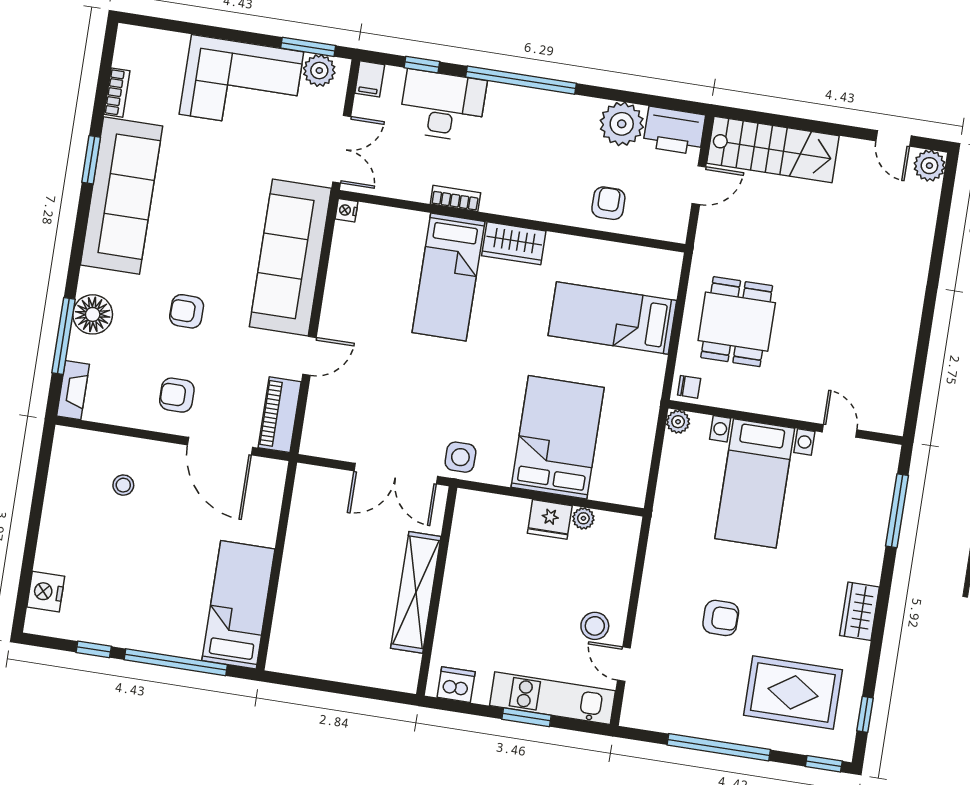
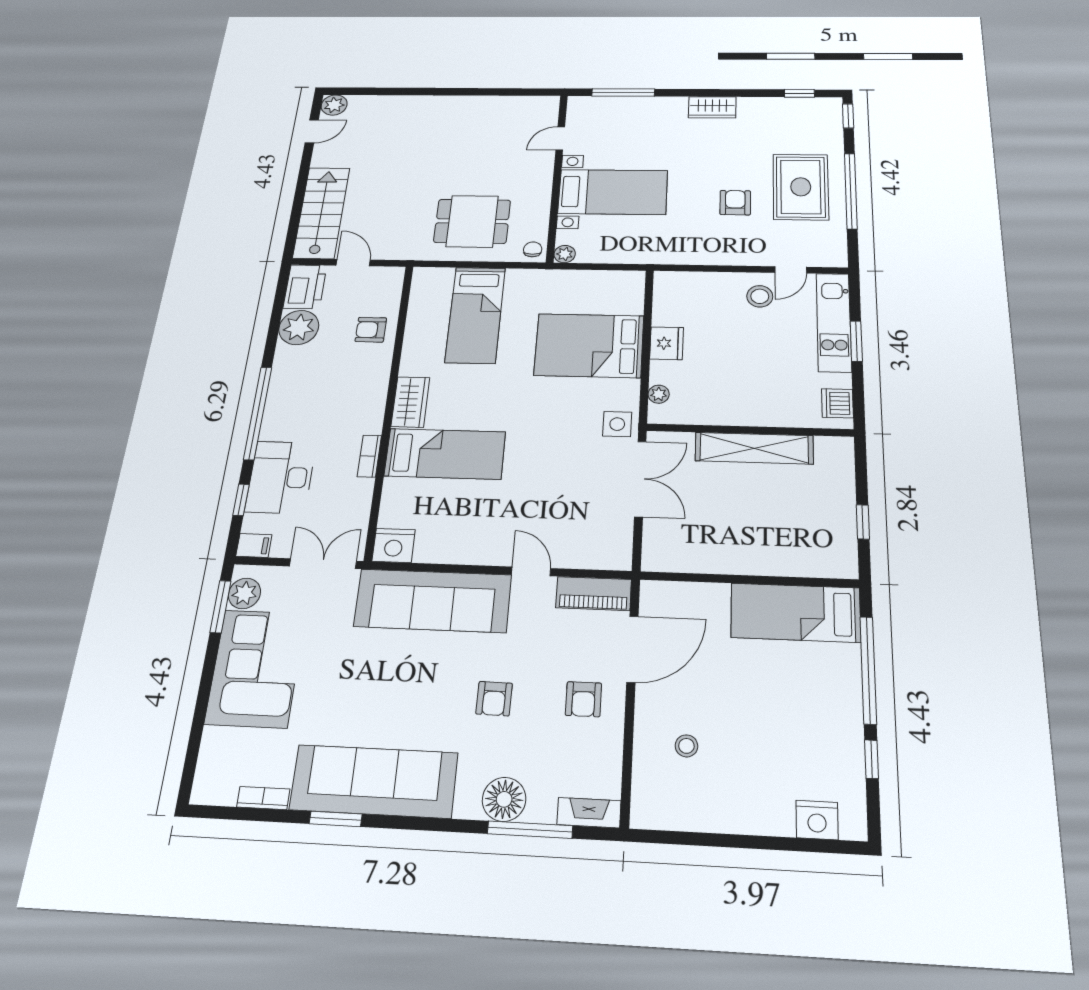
nightstand: (347, 210) -> (394, 545), width x1.89, depth x1.79
plant: (583, 518) -> (659, 394), moved
window: (323, 685) -> (863, 522), added
rug: (793, 692) -> (801, 187), moved

